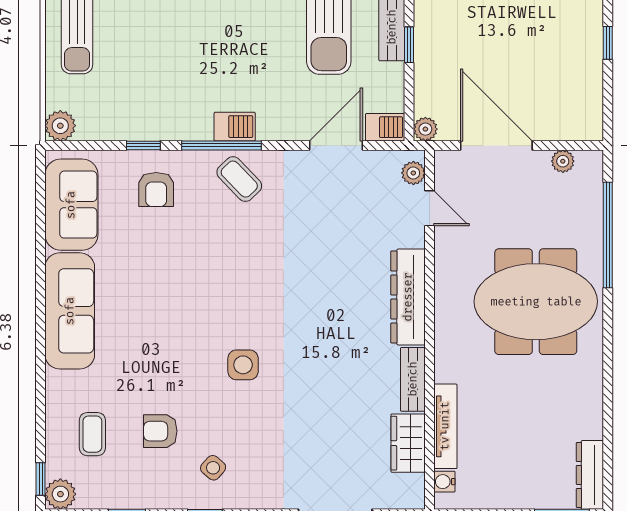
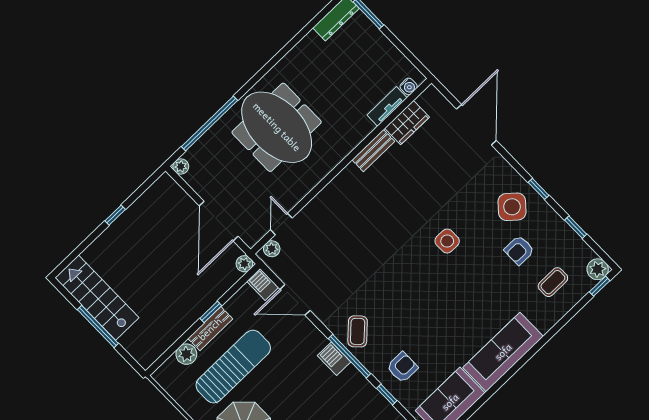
plant: (563, 161) -> (181, 166), moved
dresser: (408, 297) -> (335, 192), removed
tv unit: (445, 426) -> (387, 106), width x0.71
armchair: (160, 431) -> (519, 250), turned 90
side table: (213, 468) -> (512, 207), width x1.87, depth x1.87

